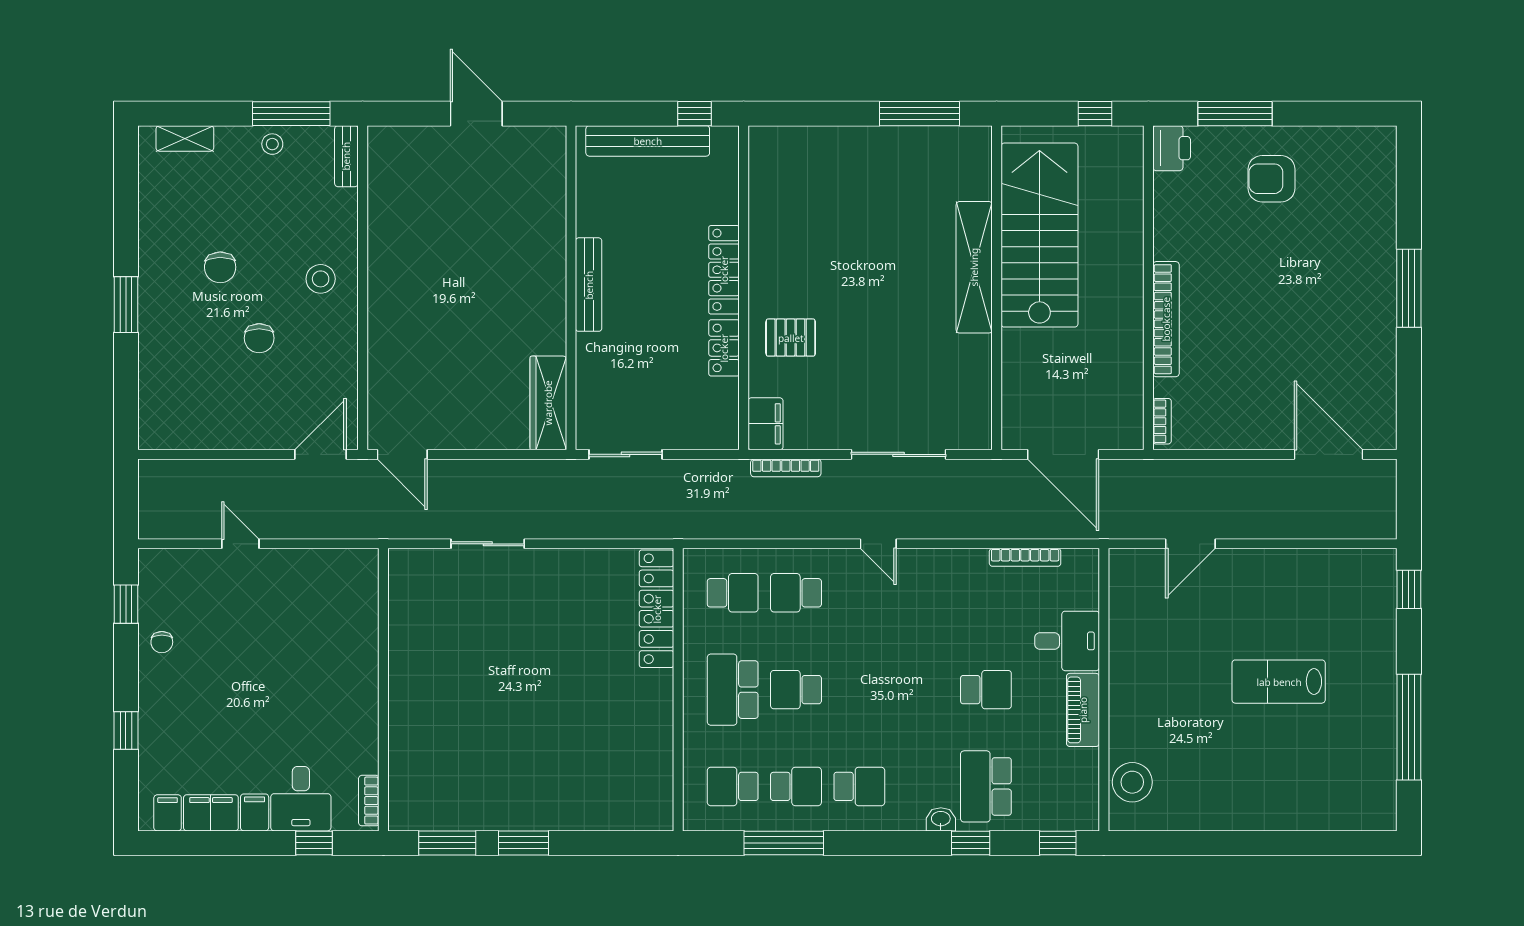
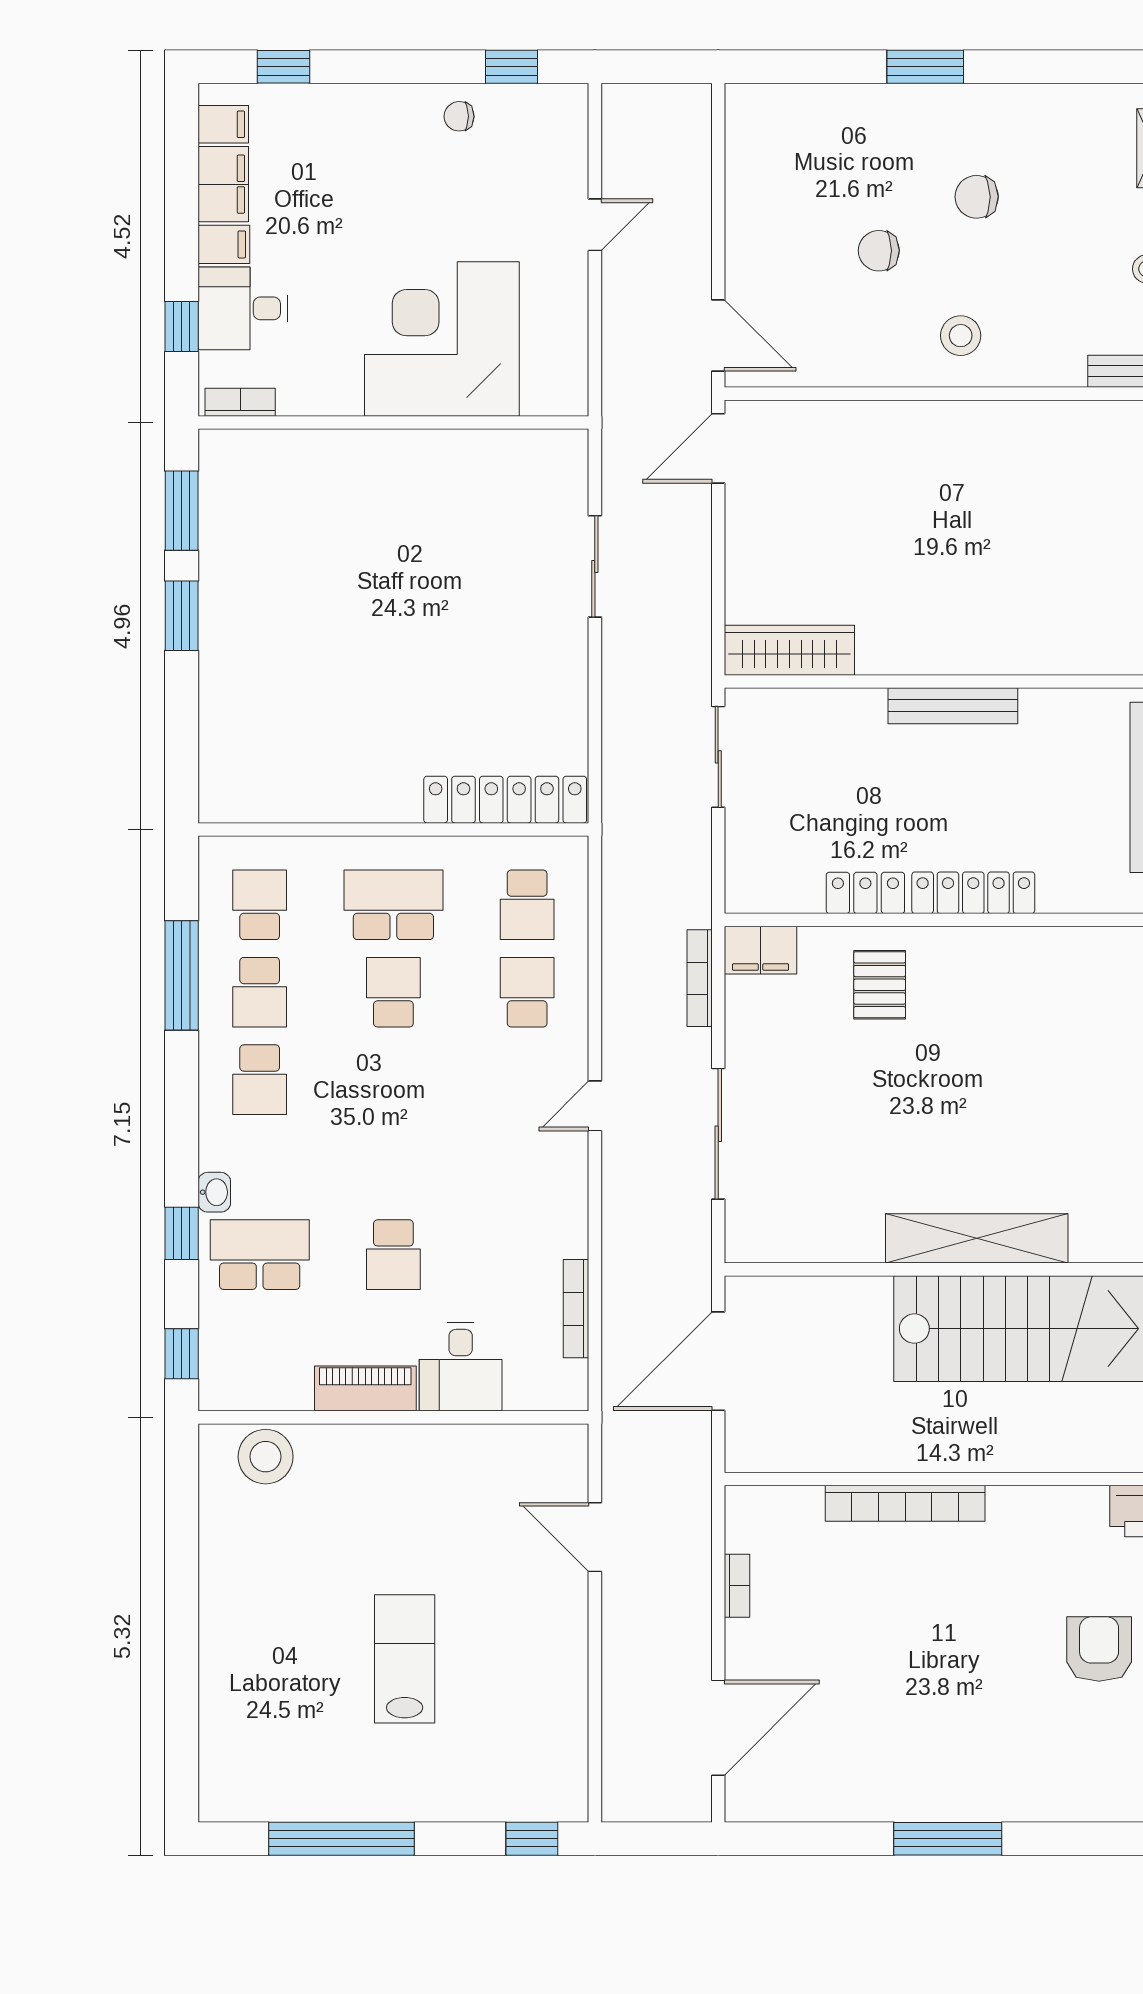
bookcase: (1162, 421) -> (737, 1586), moved, turned -90
corner desk: (323, 655) -> (442, 339), added
window: (126, 731) -> (284, 67), moved

